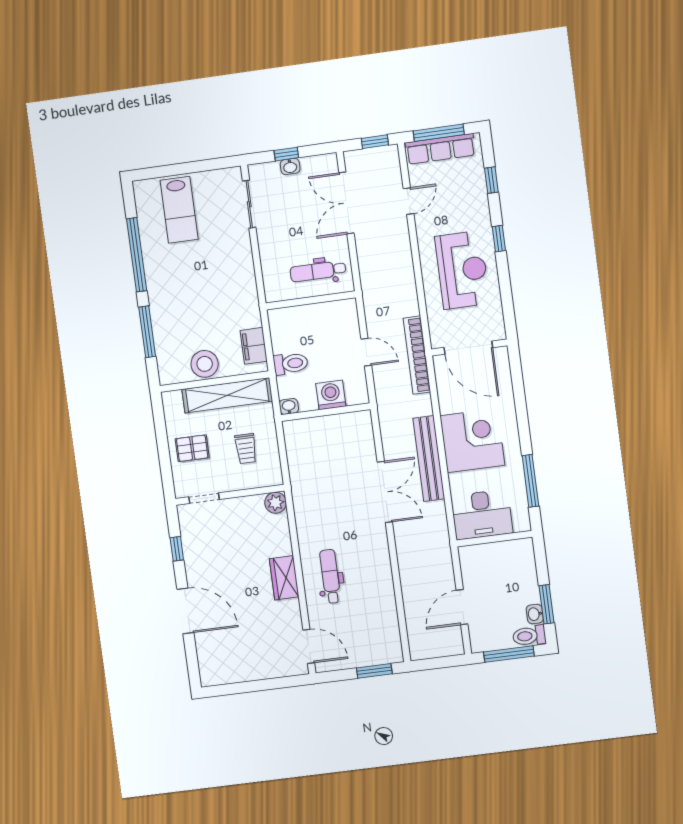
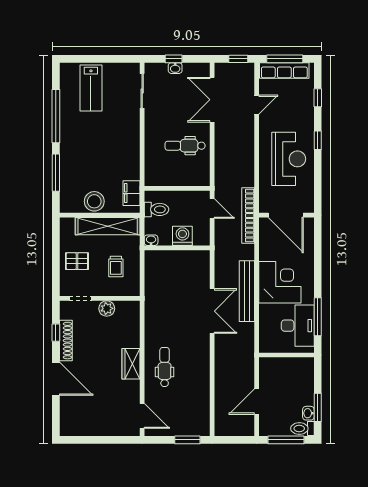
wall: (311, 300) -> (177, 188), moved
plant: (276, 503) -> (107, 308), moved
desk: (482, 515) -> (298, 326), moved, turned -90
shoe rack: (192, 558) -> (66, 341), added

